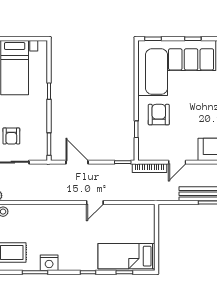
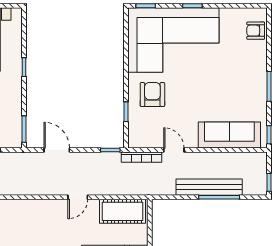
door: (177, 162) -> (174, 150), swing flipped
cot: (133, 214) -> (123, 211), added

